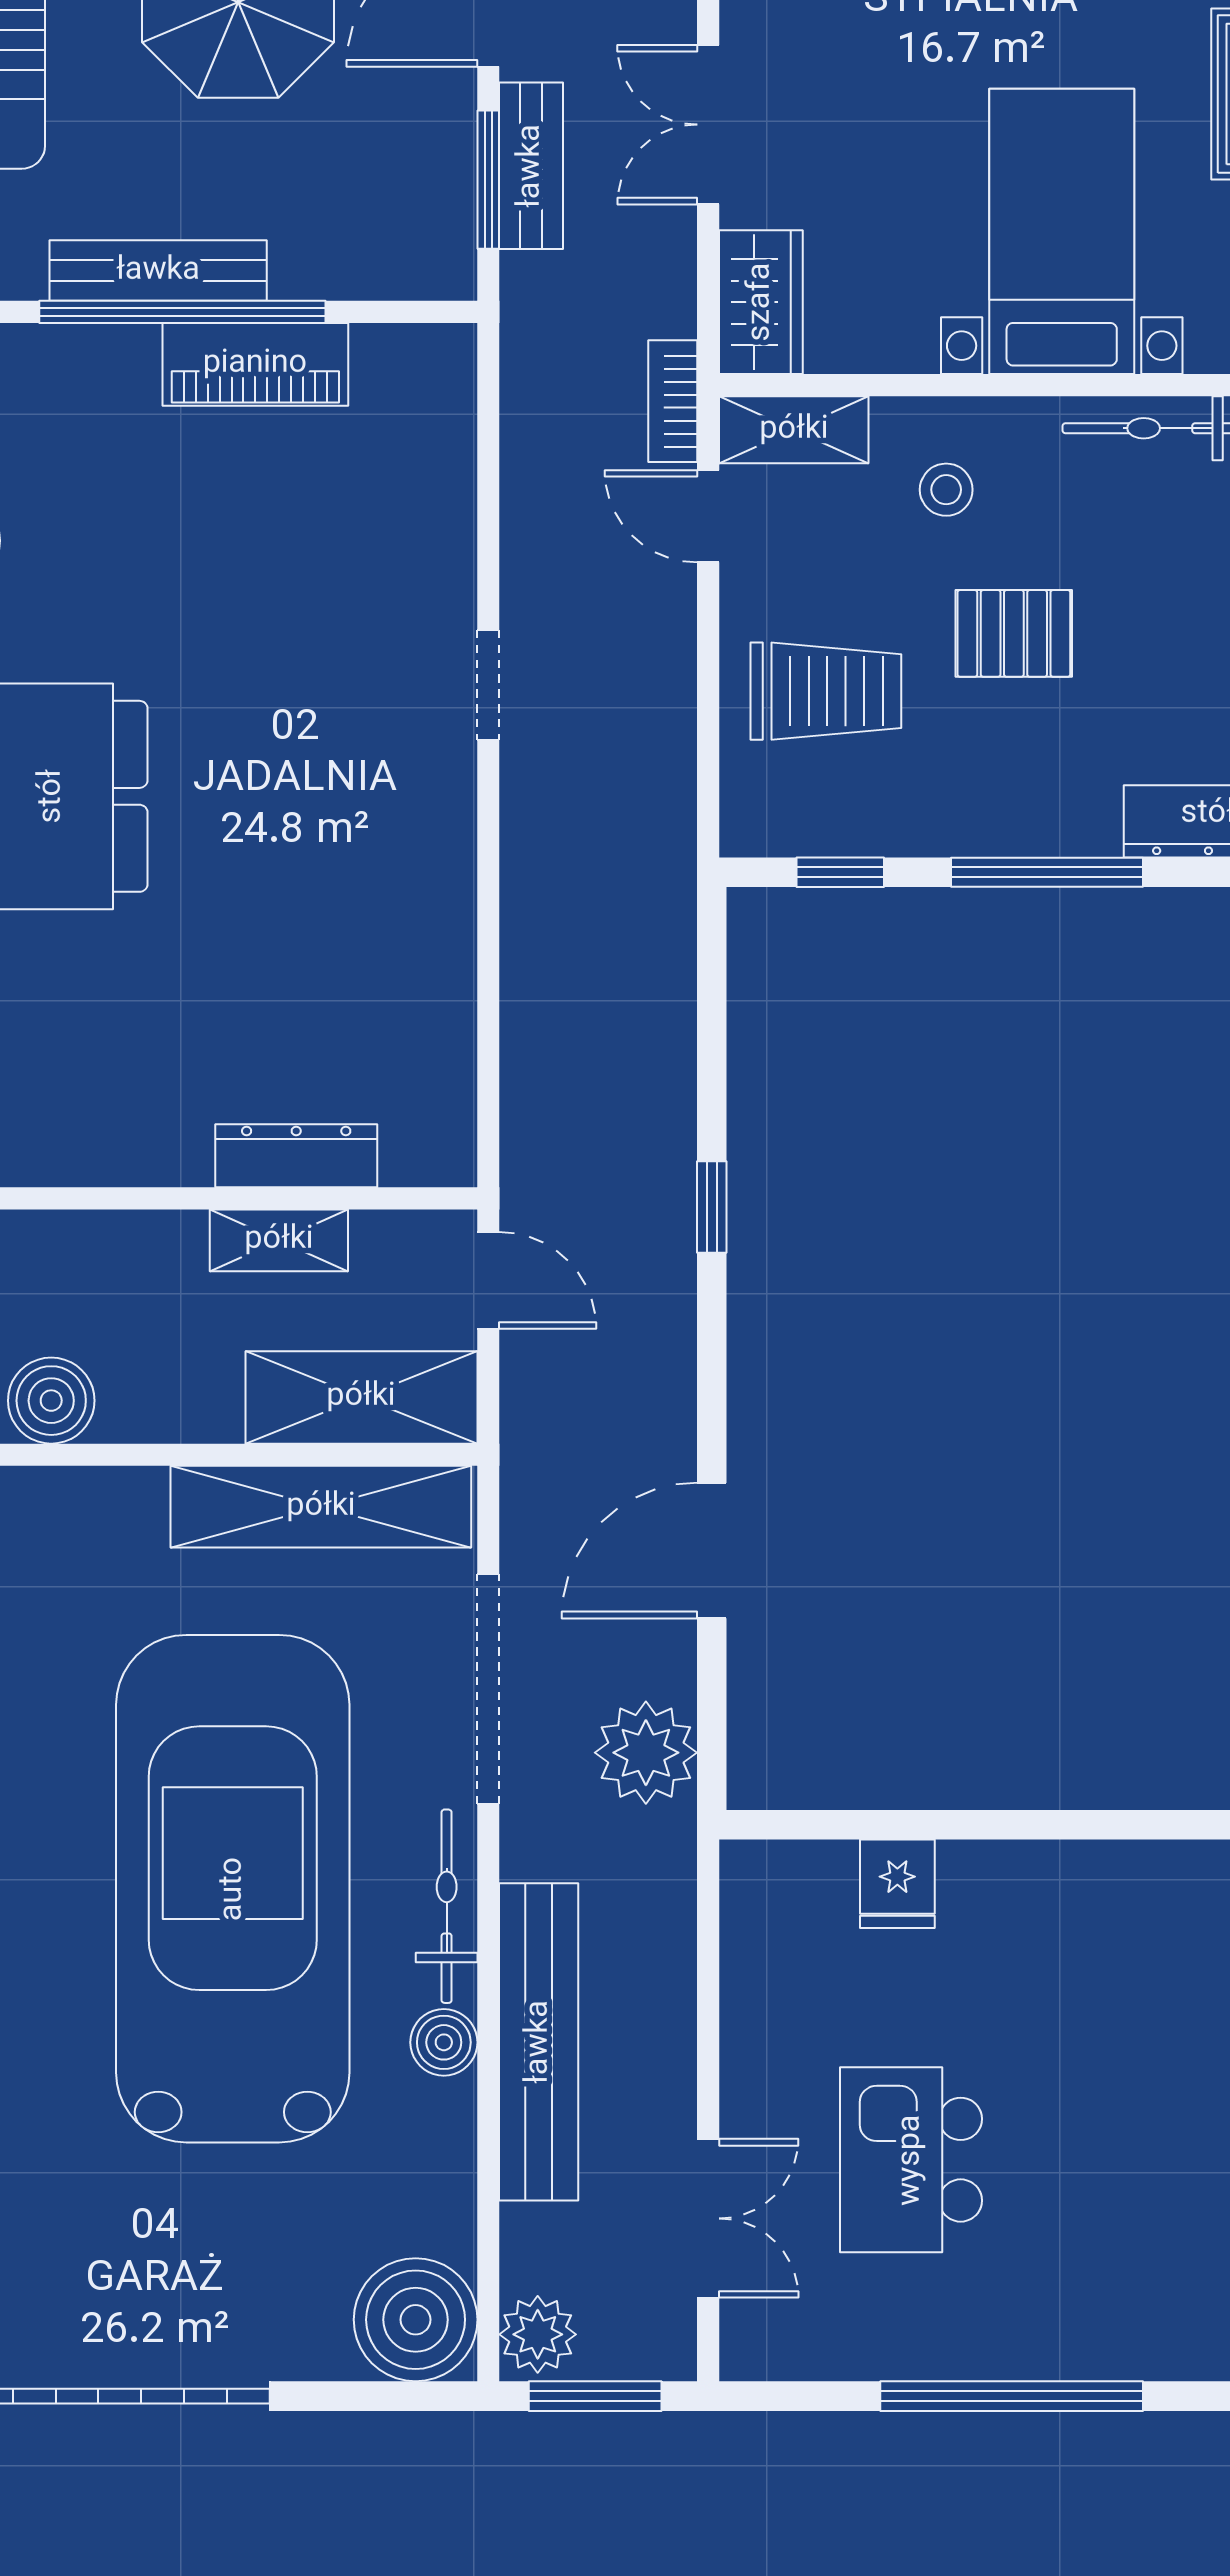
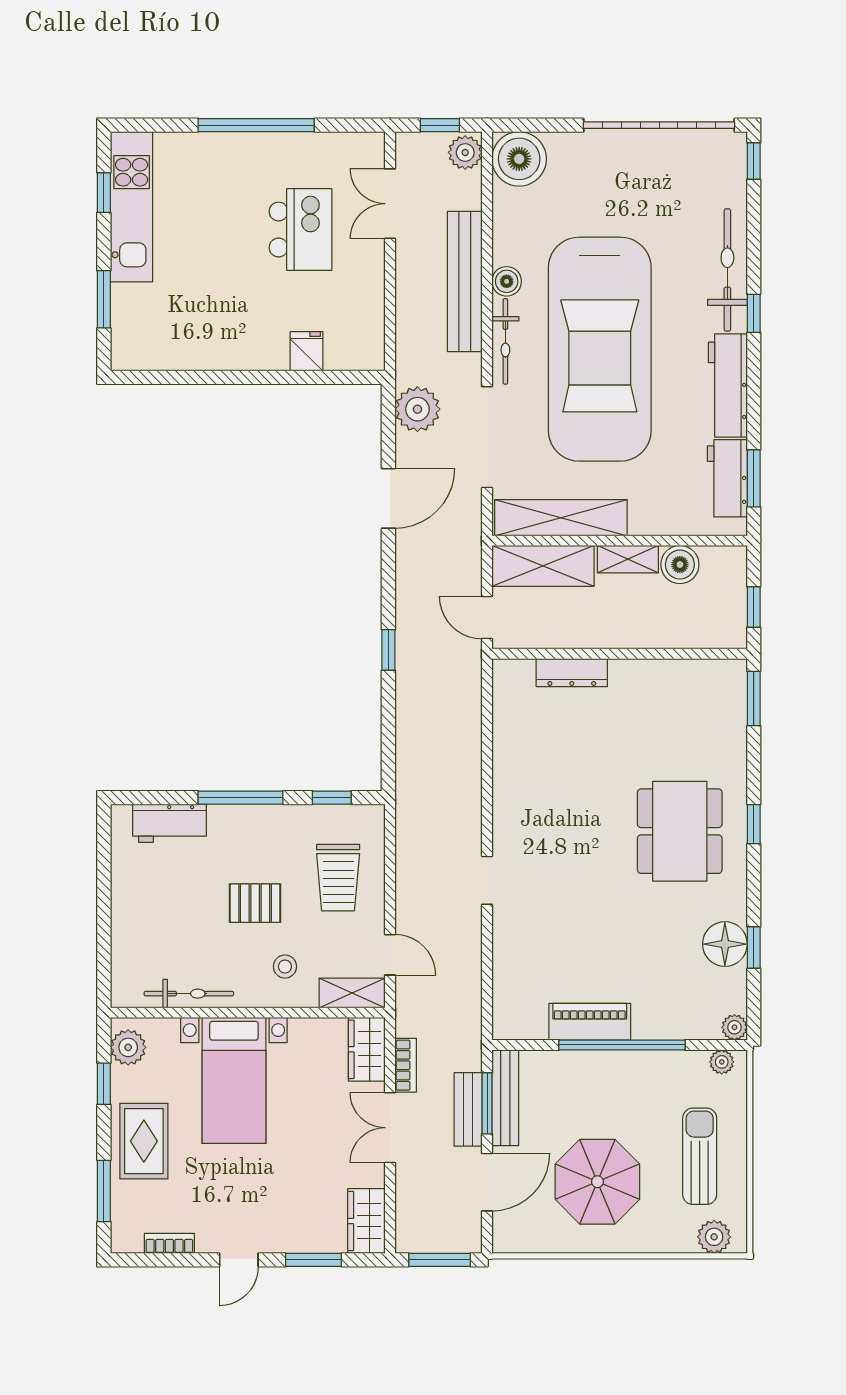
double door: (708, 125) -> (390, 1128), swing flipped
bench: (158, 271) -> (505, 1098), moved, turned 90
bookcase: (673, 401) -> (406, 1065), moved
trolley: (826, 691) -> (338, 878), turned -90
shelving: (279, 1240) -> (628, 559), moved
window: (595, 2396) -> (440, 125), width x0.67

